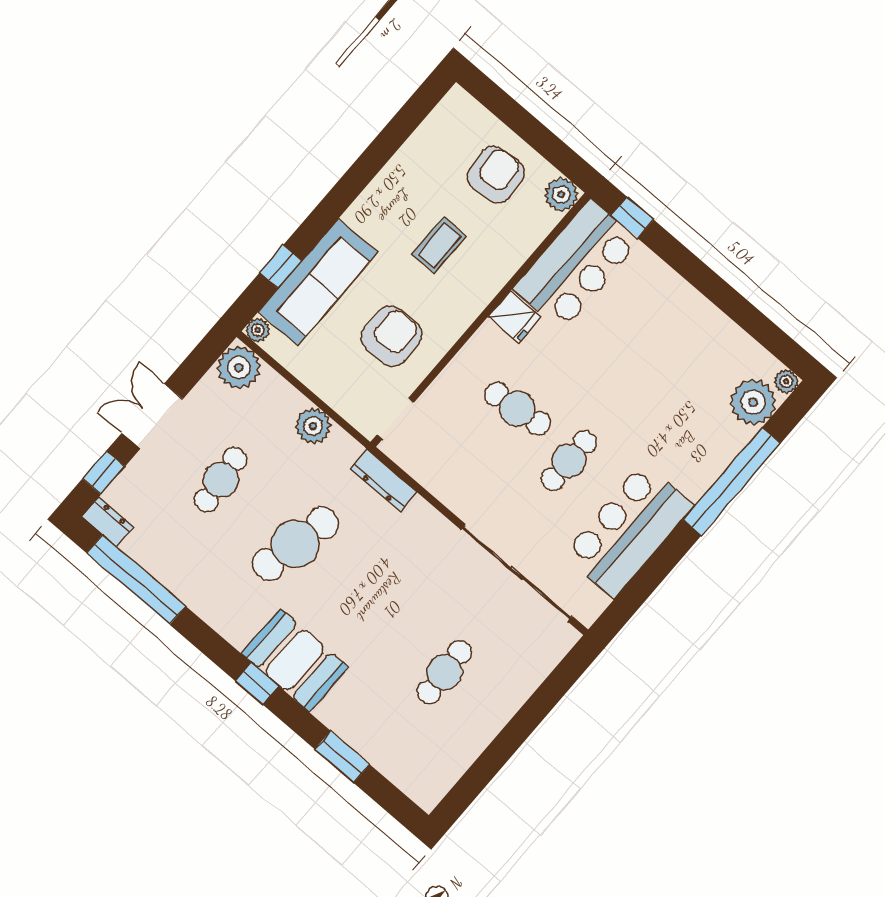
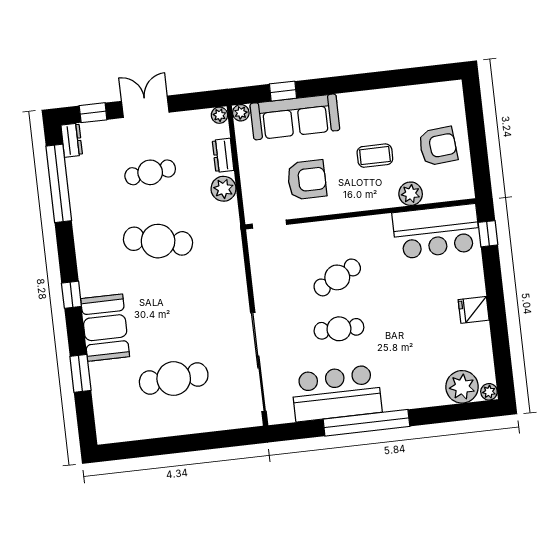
plant: (561, 194) -> (411, 194), moved
fridge: (514, 317) -> (474, 310), moved, turned 90
plant: (239, 367) -> (219, 115), width x0.53, depth x0.53
cafe table: (517, 409) -> (337, 277), turned 69
dresser: (384, 481) -> (223, 155), moved, width x0.70
window: (732, 481) -> (366, 423), moved
booth: (295, 660) -> (105, 328), moved
cafe table: (444, 672) -> (174, 379), width x1.37, depth x1.35

